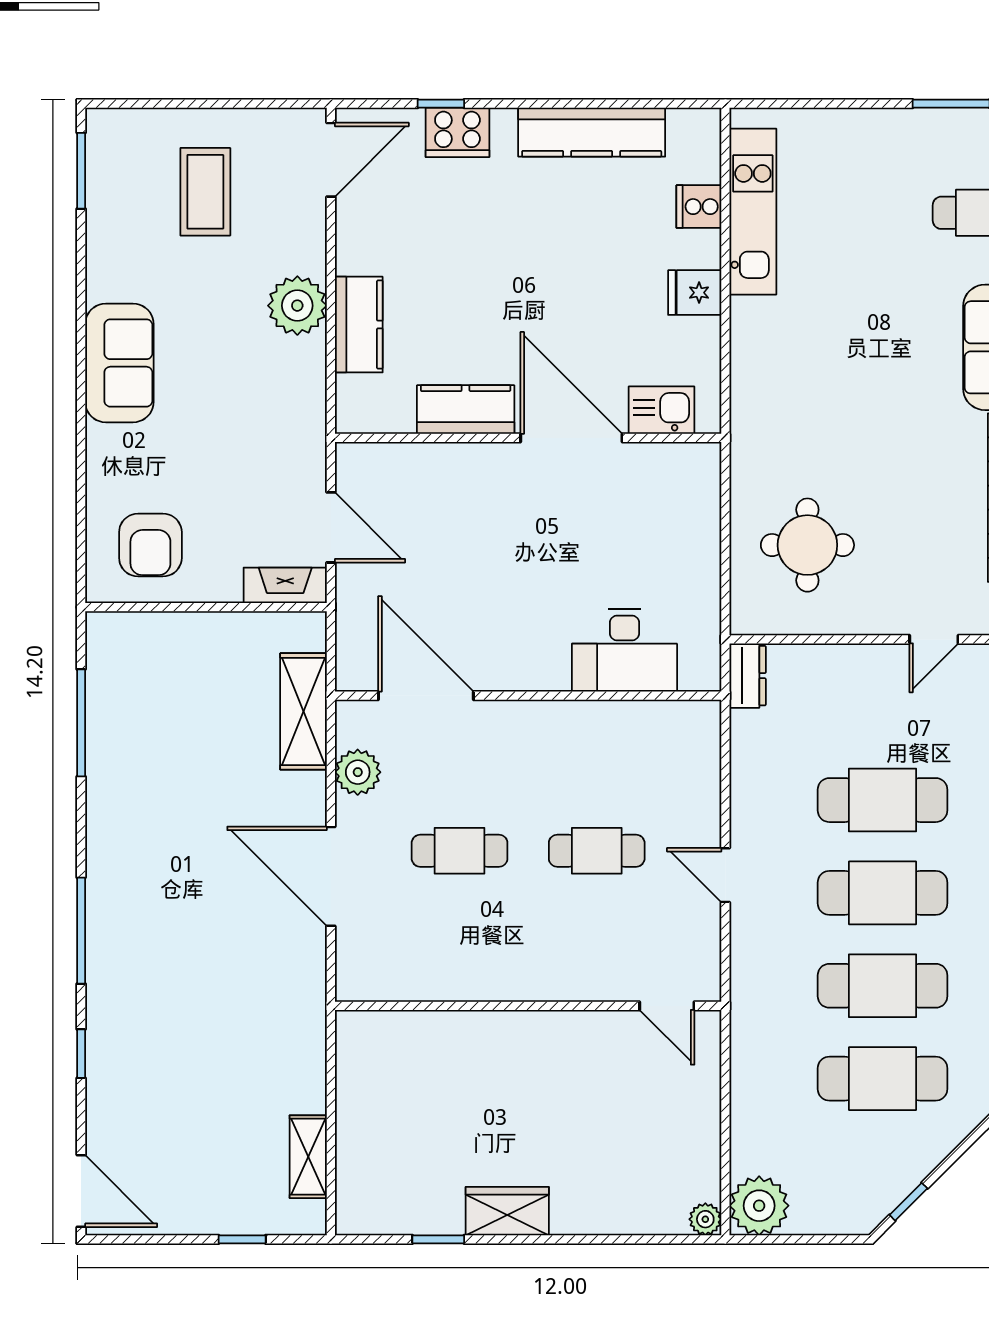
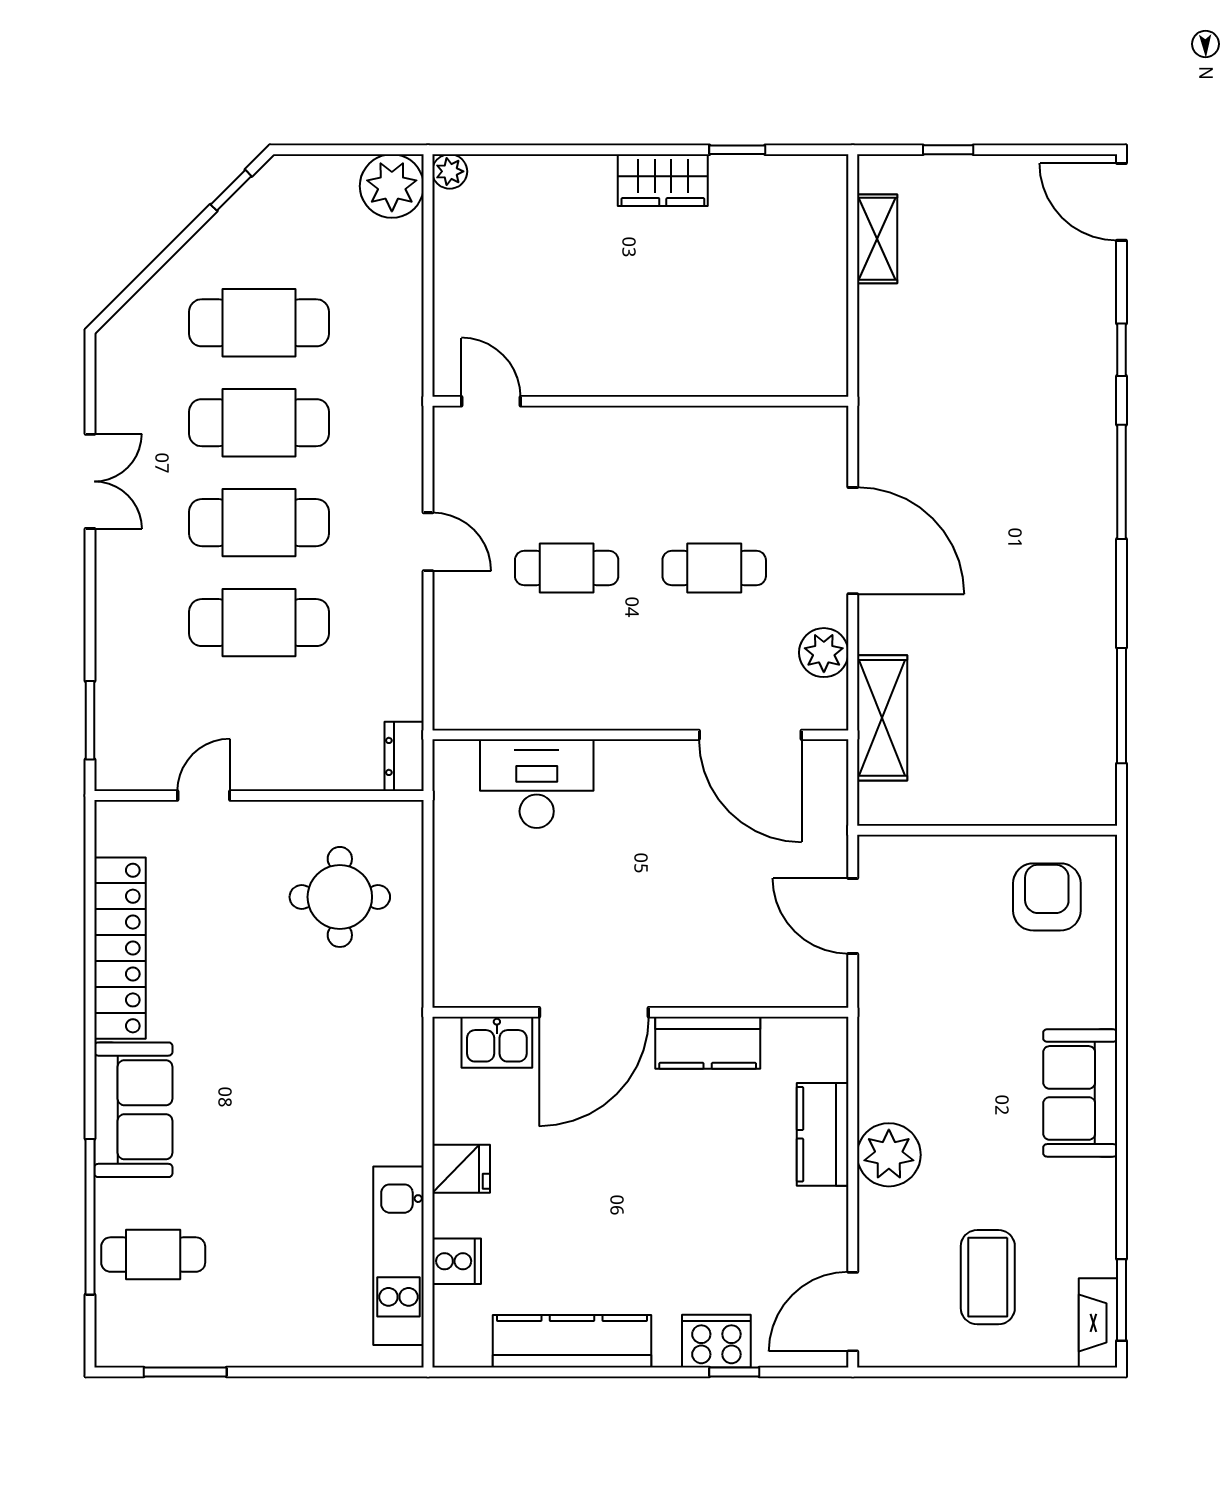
door: (571, 438) -> (594, 1012), hinge flipped
fireplace: (285, 585) -> (1098, 1323), moved, turned 90

